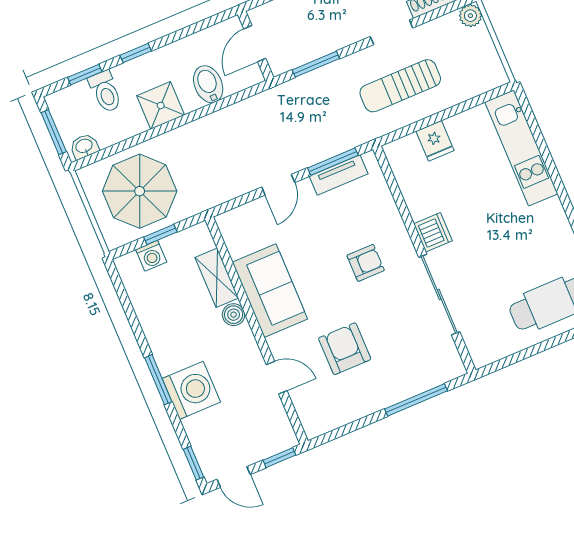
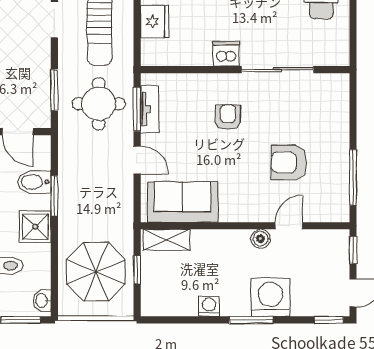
window: (202, 112) -> (54, 196), added
round table: (321, 118) -> (99, 104), added
fridge: (435, 141) -> (155, 22), width x1.38
washing machine: (151, 256) -> (209, 306), moved, turned -90
shelving: (217, 278) -> (167, 240), moved
sofa: (270, 291) -> (182, 202), moved
boiler: (234, 315) -> (261, 239), moved
window: (416, 400) -> (353, 177), moved

